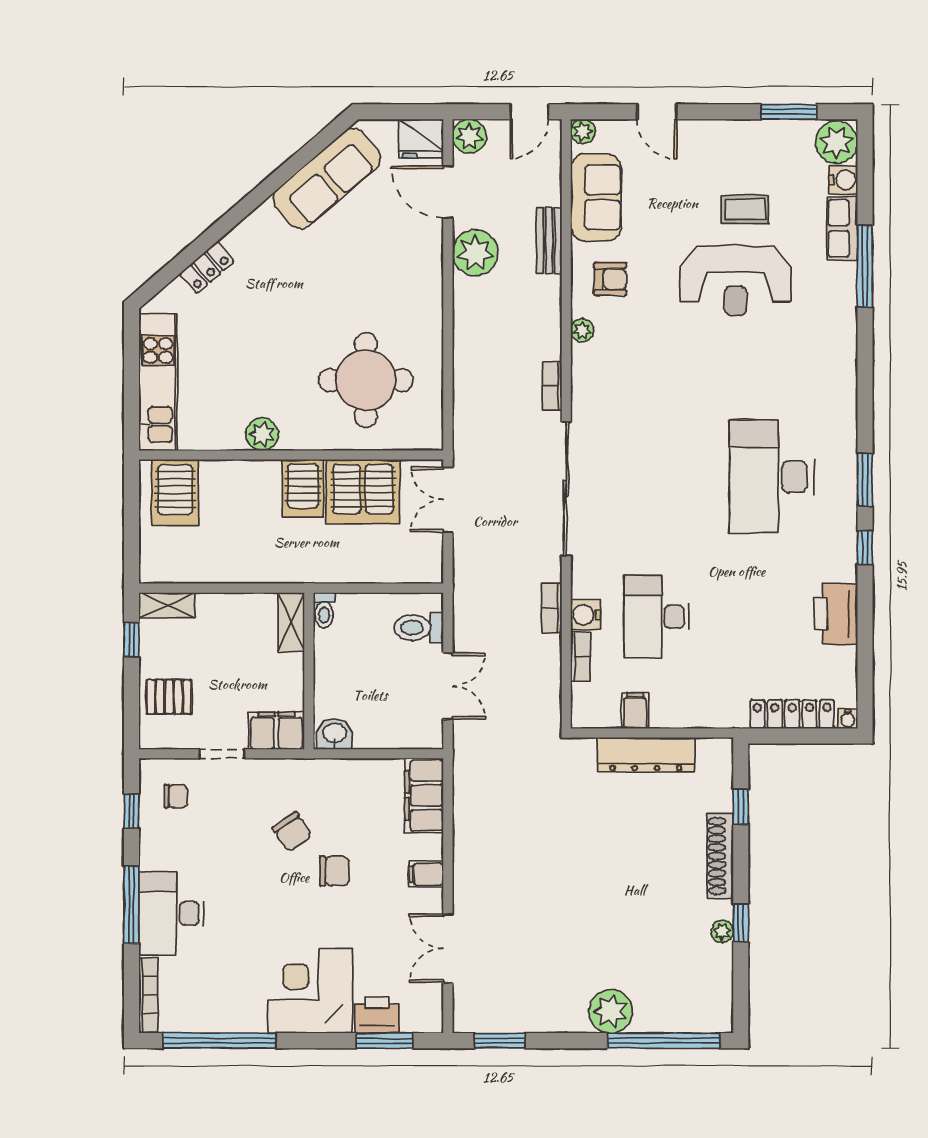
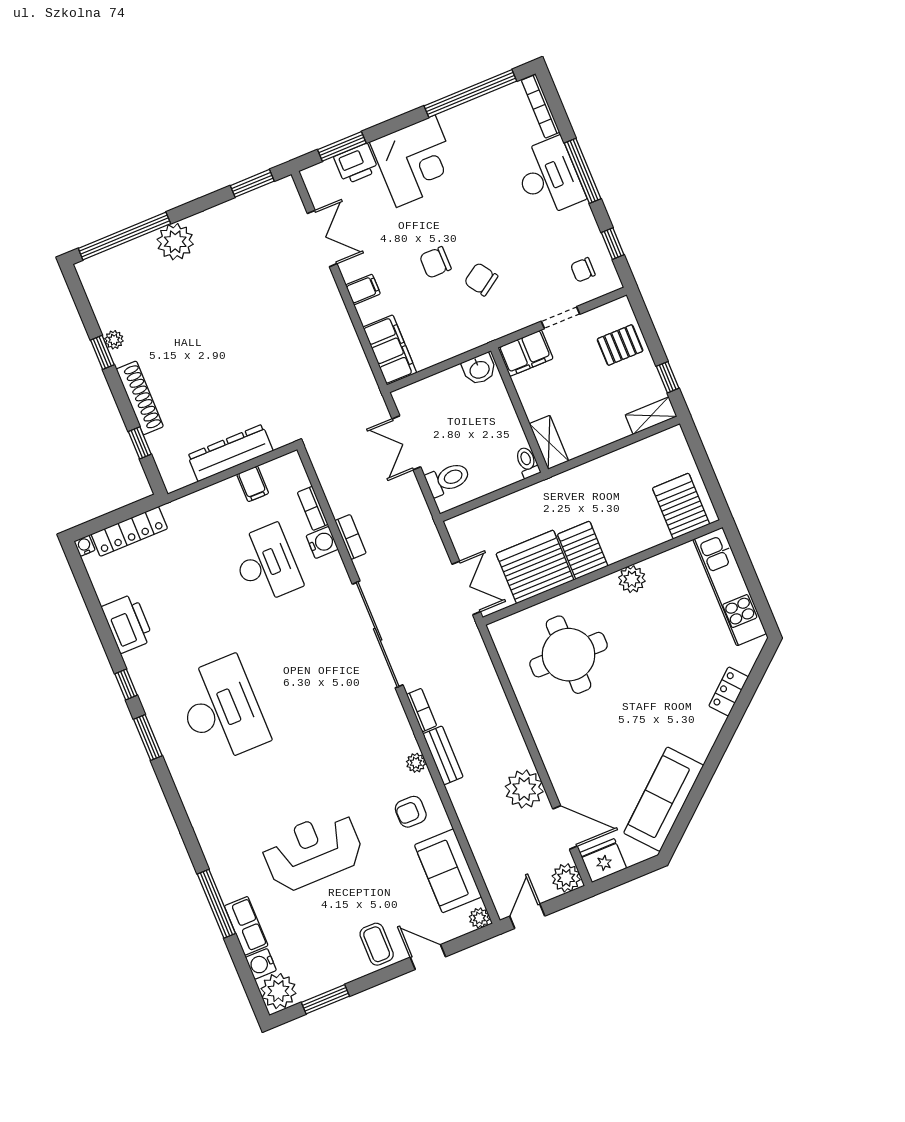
coffee table: (745, 209) -> (377, 944), moved, turned 90
bench: (549, 240) -> (443, 755), moved

